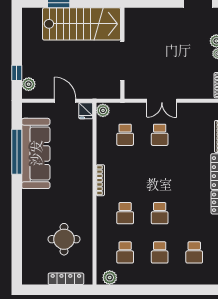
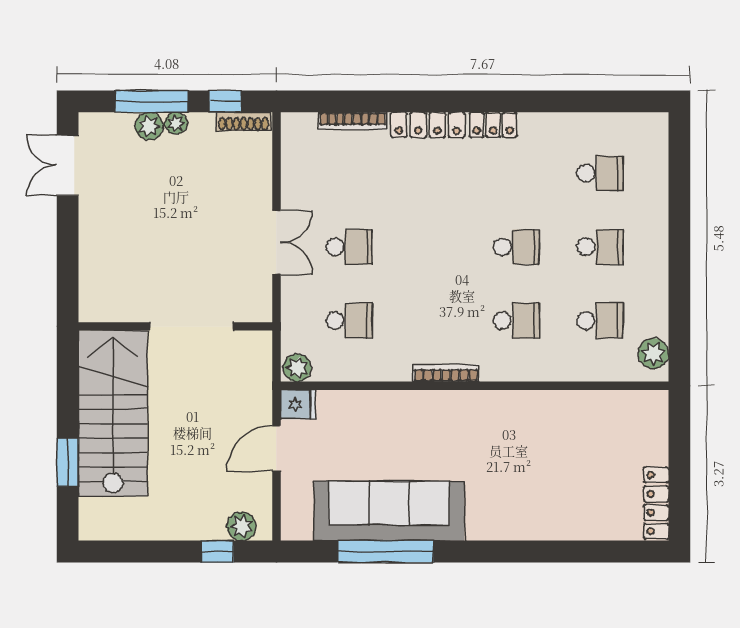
round table: (64, 239) -> (572, 451), removed
locker: (66, 279) -> (656, 503), moved

